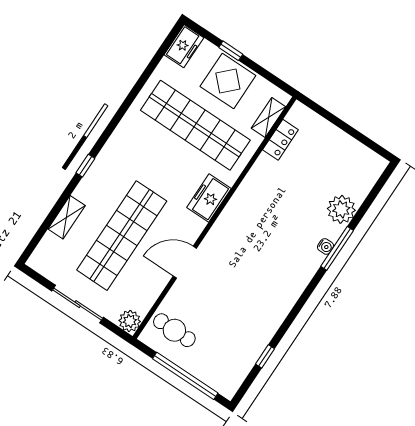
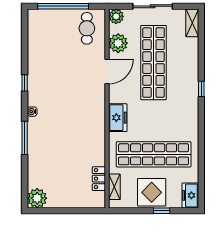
plant: (341, 209) -> (37, 198), moved
shelving: (67, 217) -> (192, 23), moved
water cooler: (325, 246) -> (32, 112), moved
plant: (149, 287) -> (118, 43), added
cafe table: (174, 330) -> (87, 28), turned 90
window: (265, 356) -> (25, 83), moved

